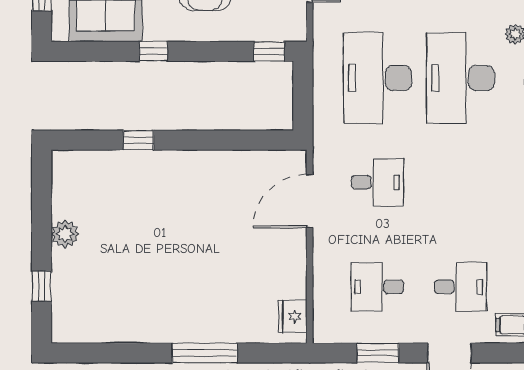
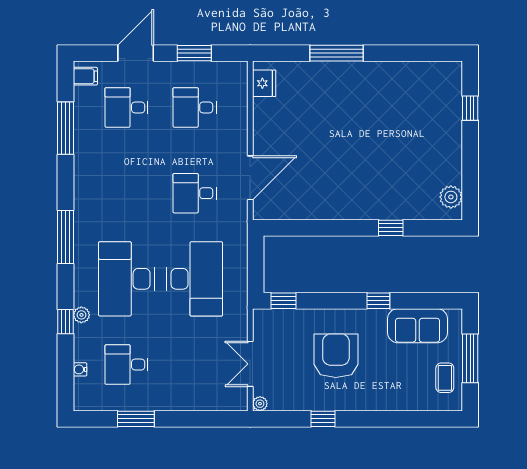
desk: (460, 78) -> (127, 279), turned 180
plant: (65, 234) -> (451, 197), moved
desk: (377, 287) -> (195, 107), turned 180

